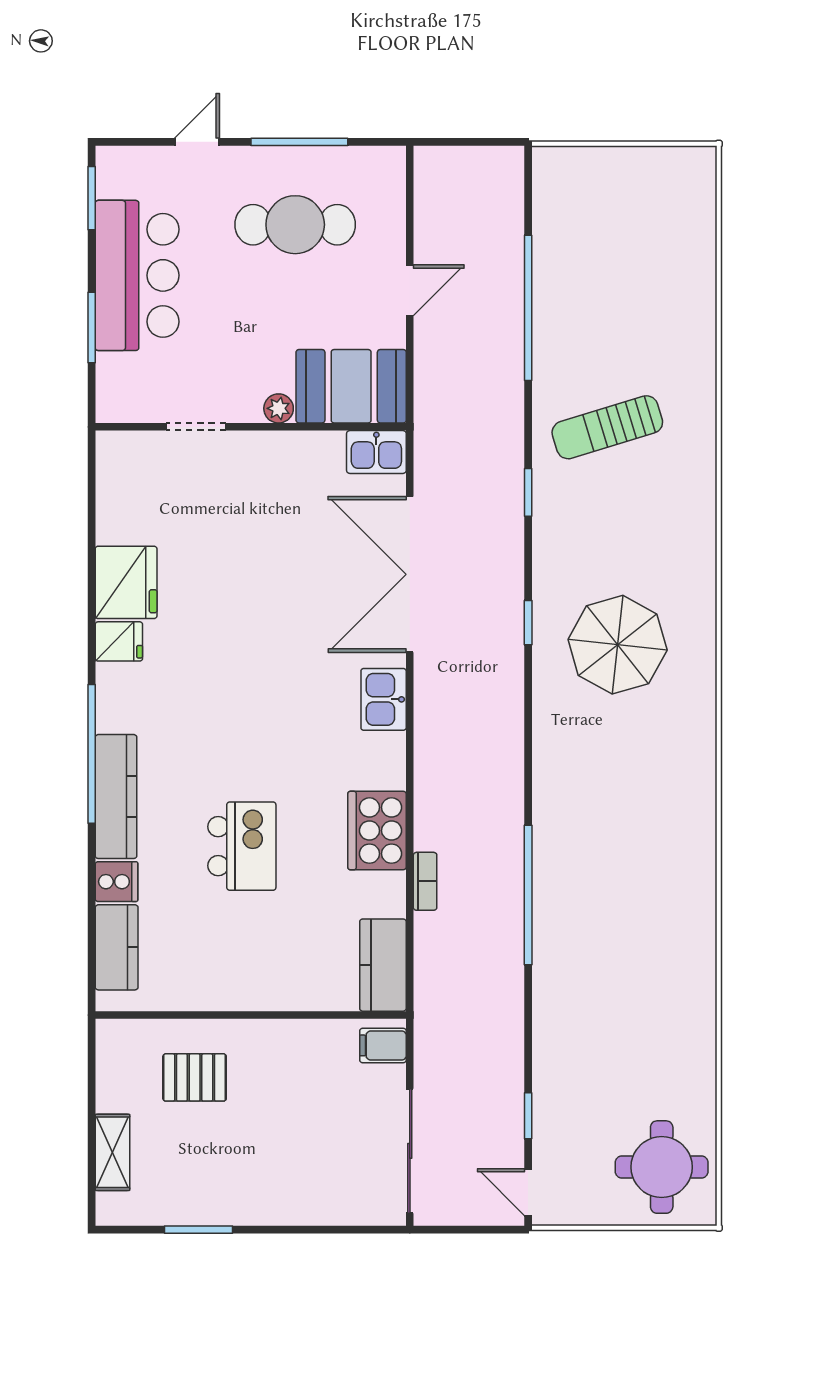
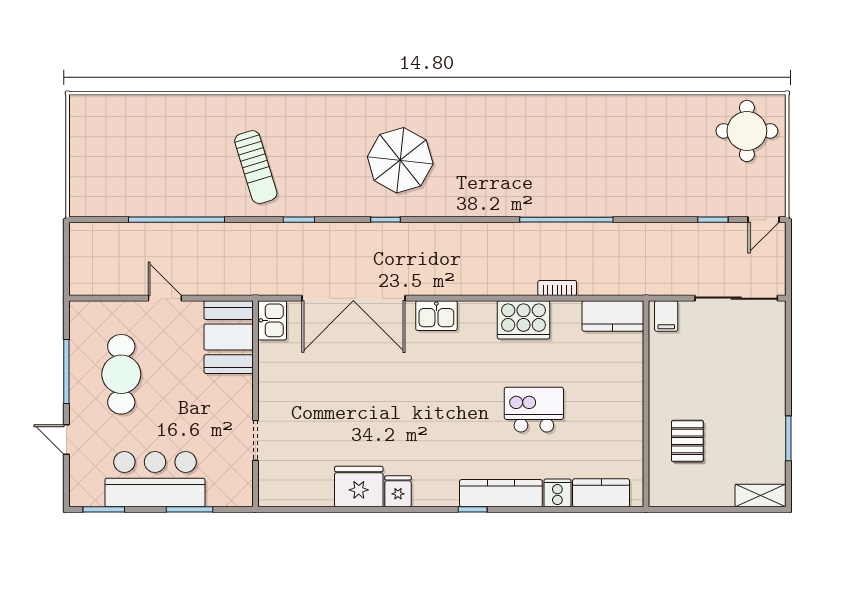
plant: (279, 408) -> (243, 385), removed
window: (92, 754) -> (473, 509), width x0.32
shelving: (112, 1152) -> (761, 496), moved

